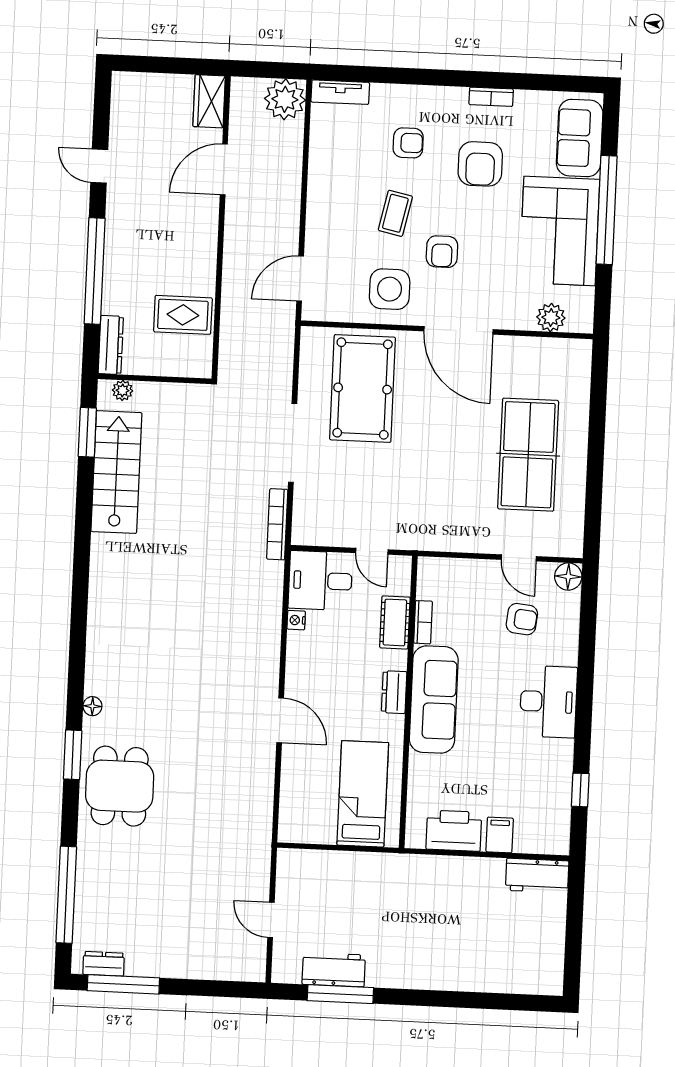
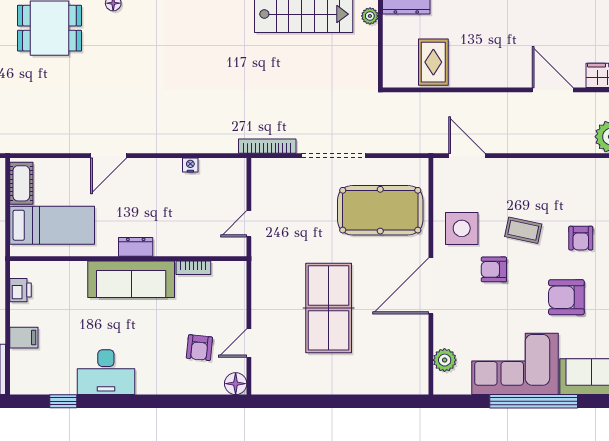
table tennis table: (528, 455) -> (329, 308), moved, turned 90
desk: (320, 581) -> (223, 183), removed
cot: (395, 622) -> (21, 183), moved, turned 90
desk: (548, 702) -> (106, 372), moved
printer: (454, 831) -> (21, 290), width x0.53, depth x0.68

